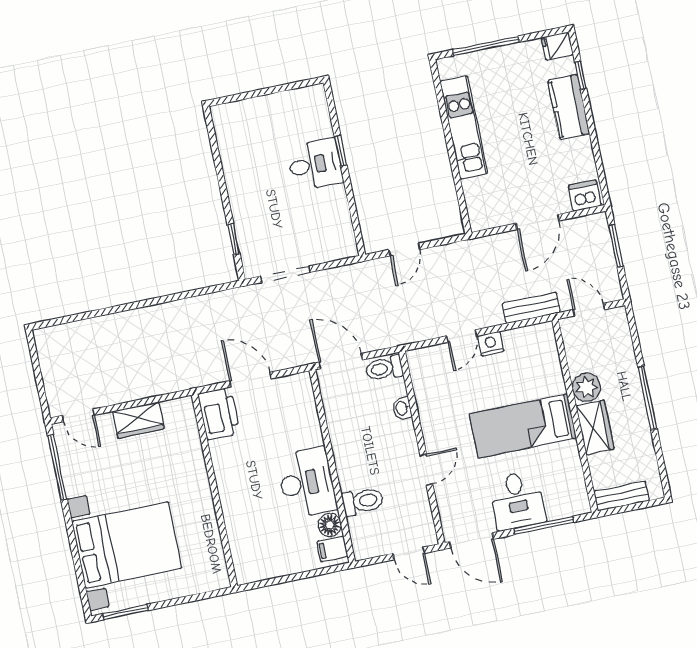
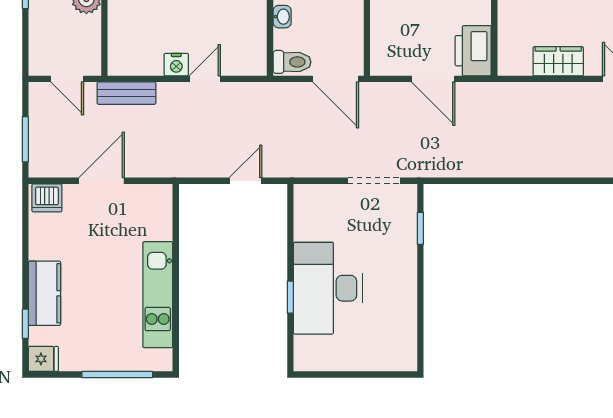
desk: (315, 165) -> (328, 288), width x1.87, depth x1.30

